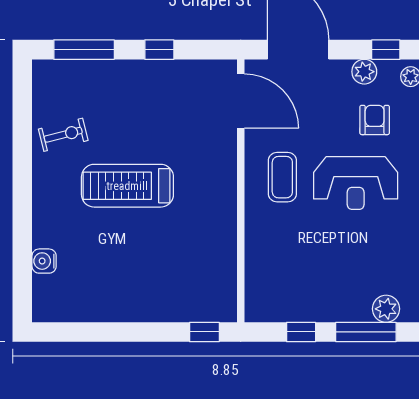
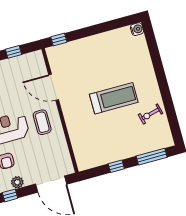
door: (241, 101) -> (54, 87), moved
water cooler: (44, 261) -> (137, 29), moved

